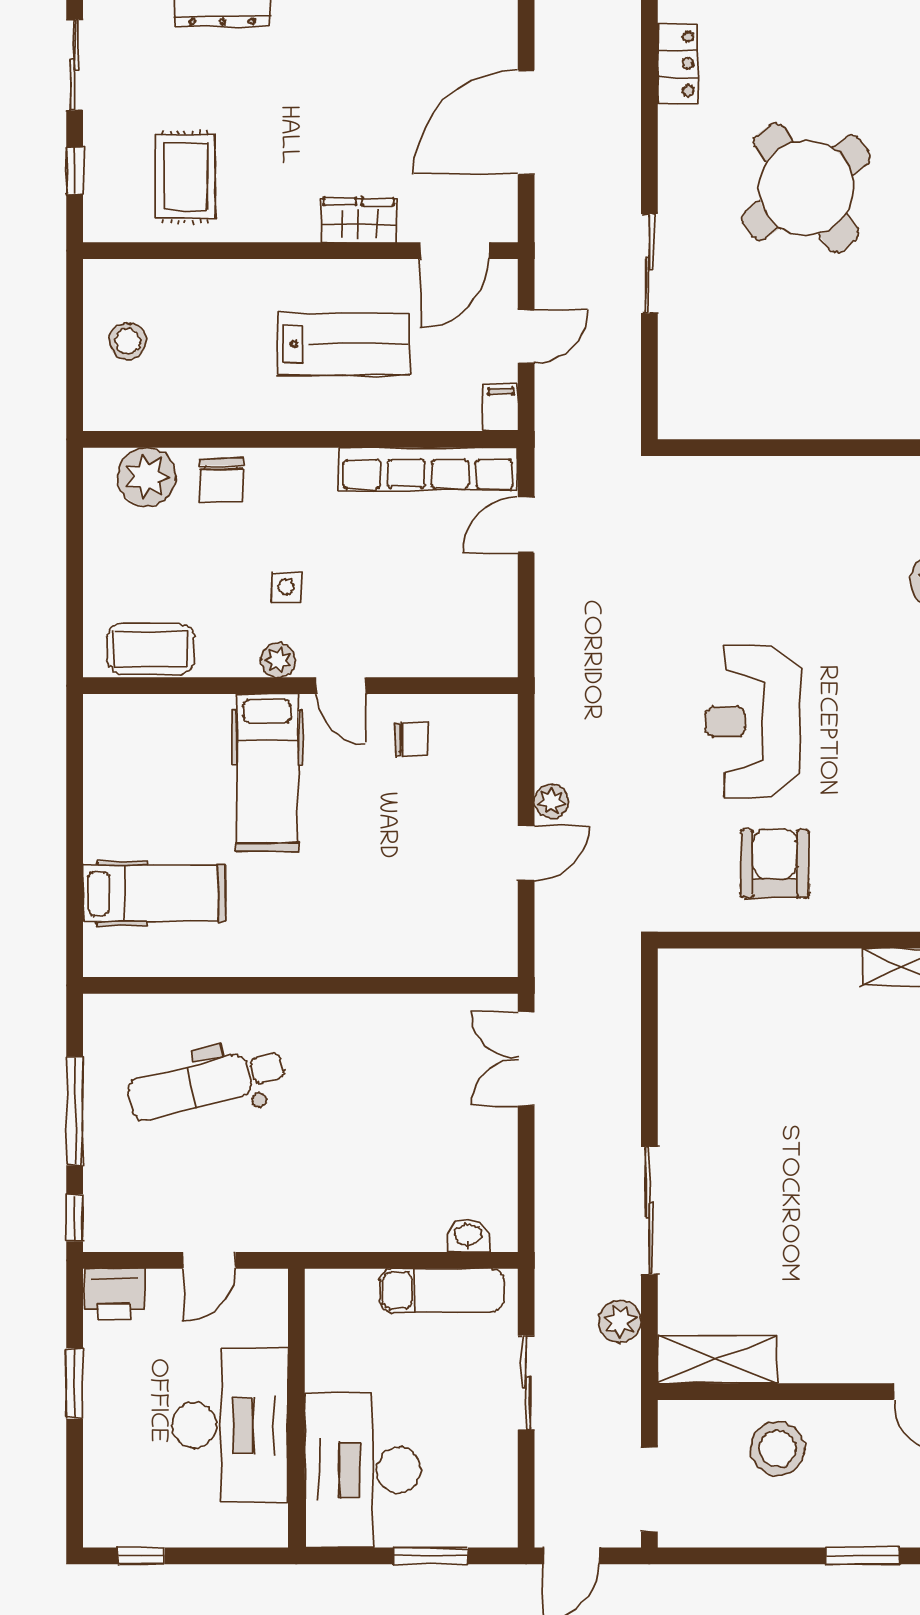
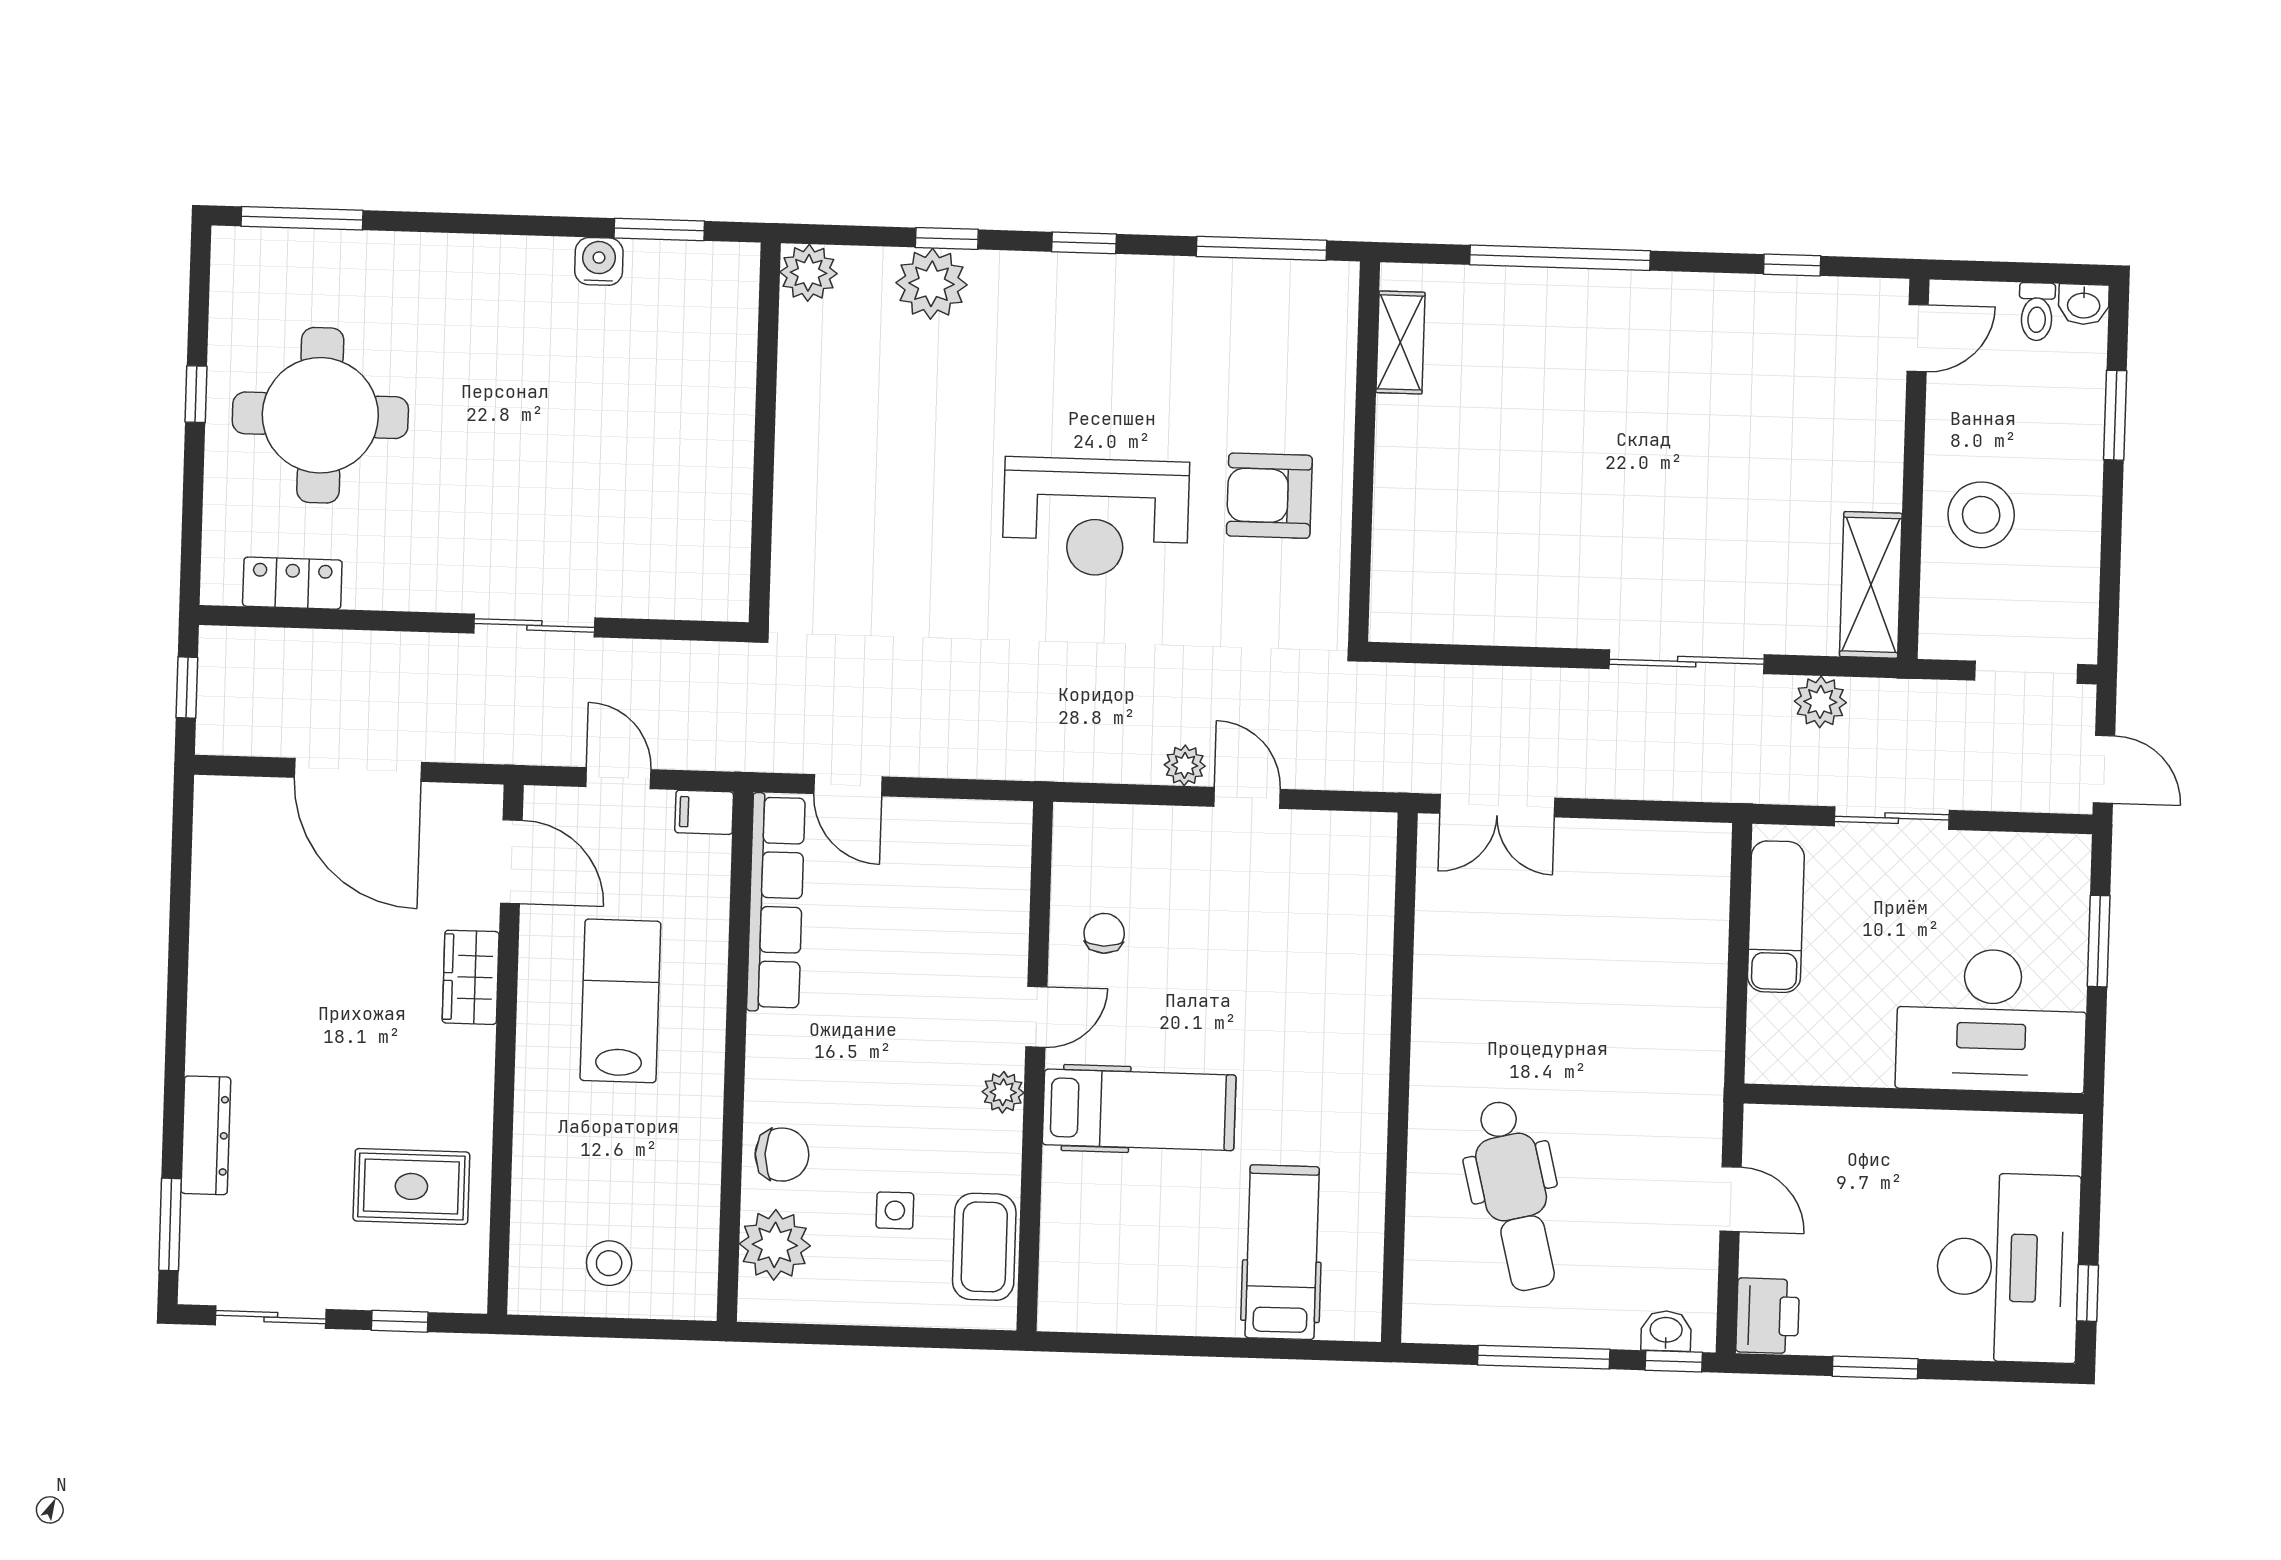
round table: (806, 188) -> (320, 415), moved, turned 36
side table: (286, 587) -> (895, 1210), moved
washbasin: (468, 1236) -> (1666, 1331), moved, turned 90
desk: (230, 1425) -> (2008, 1268), moved, turned 90

